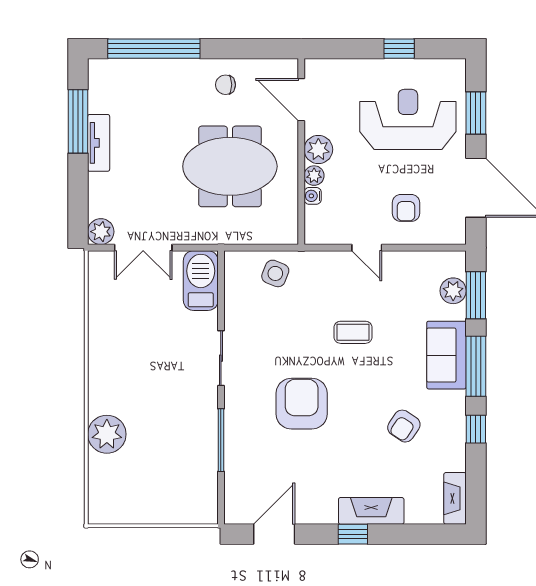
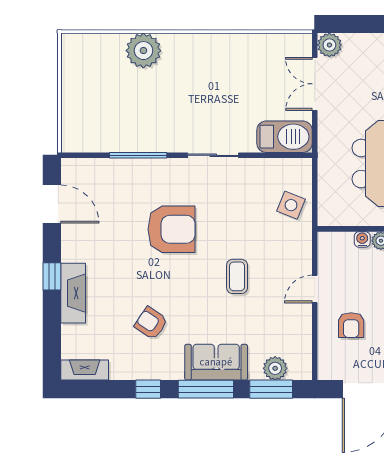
armchair: (406, 208) -> (351, 325), turned -90

